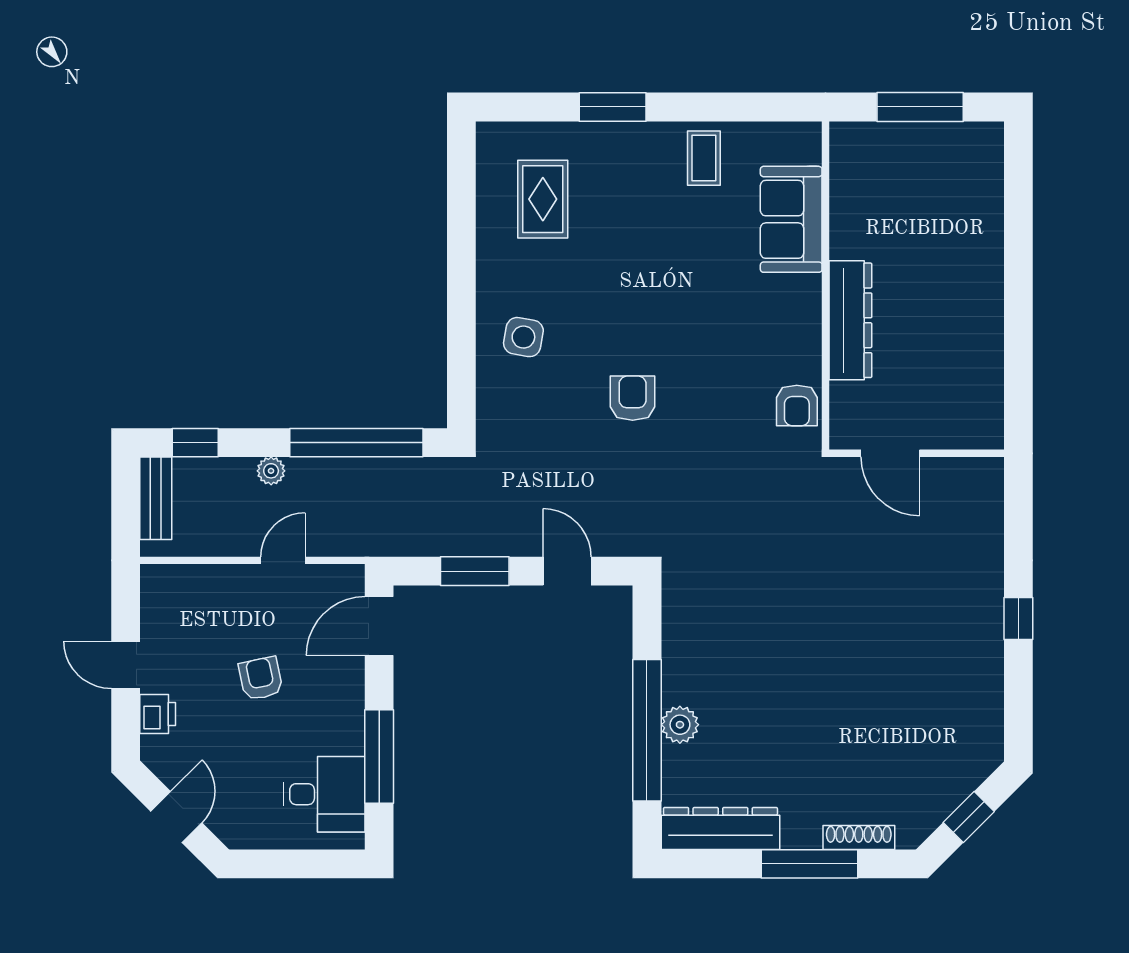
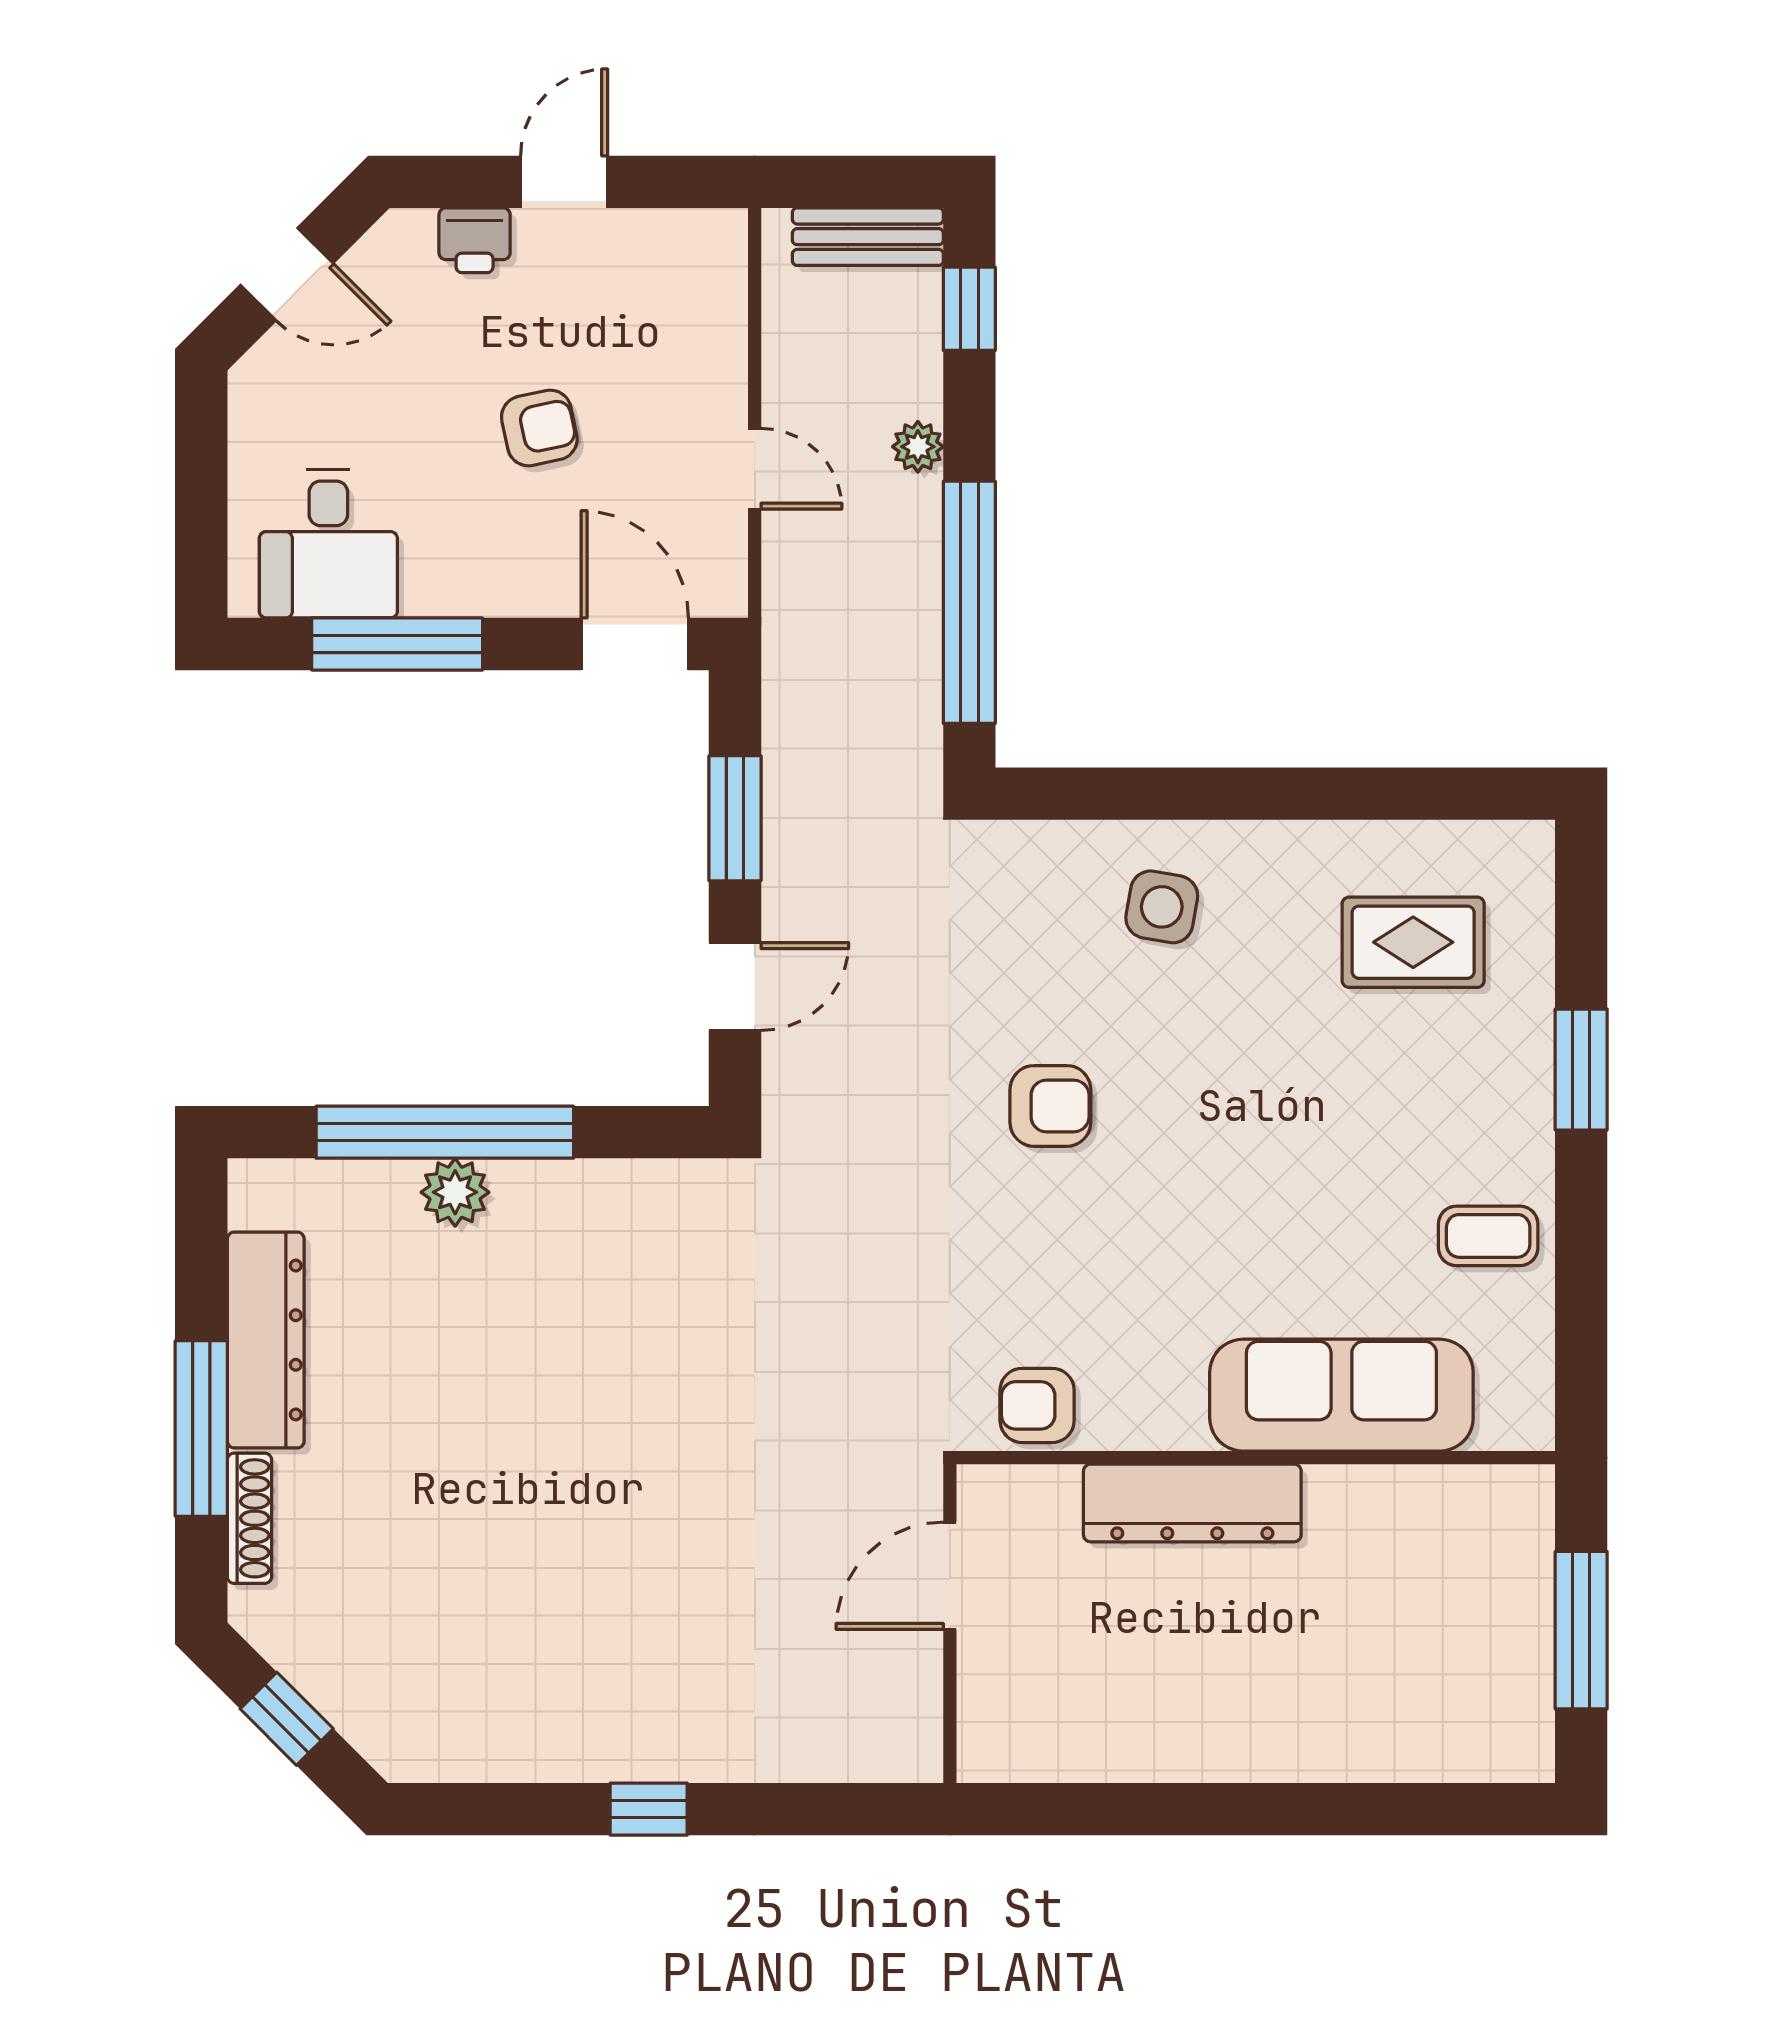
sofa: (791, 219) -> (1341, 1395), width x1.36
dresser: (720, 829) -> (266, 1340), moved

